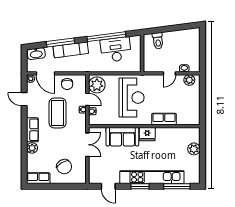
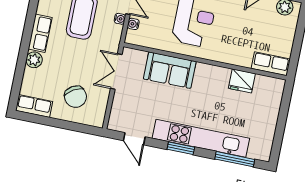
row of seats: (164, 119) -> (271, 64), moved
fridge: (147, 134) -> (242, 81), moved
double door: (87, 145) -> (116, 71), swing flipped
plant: (194, 149) -> (271, 109), removed

